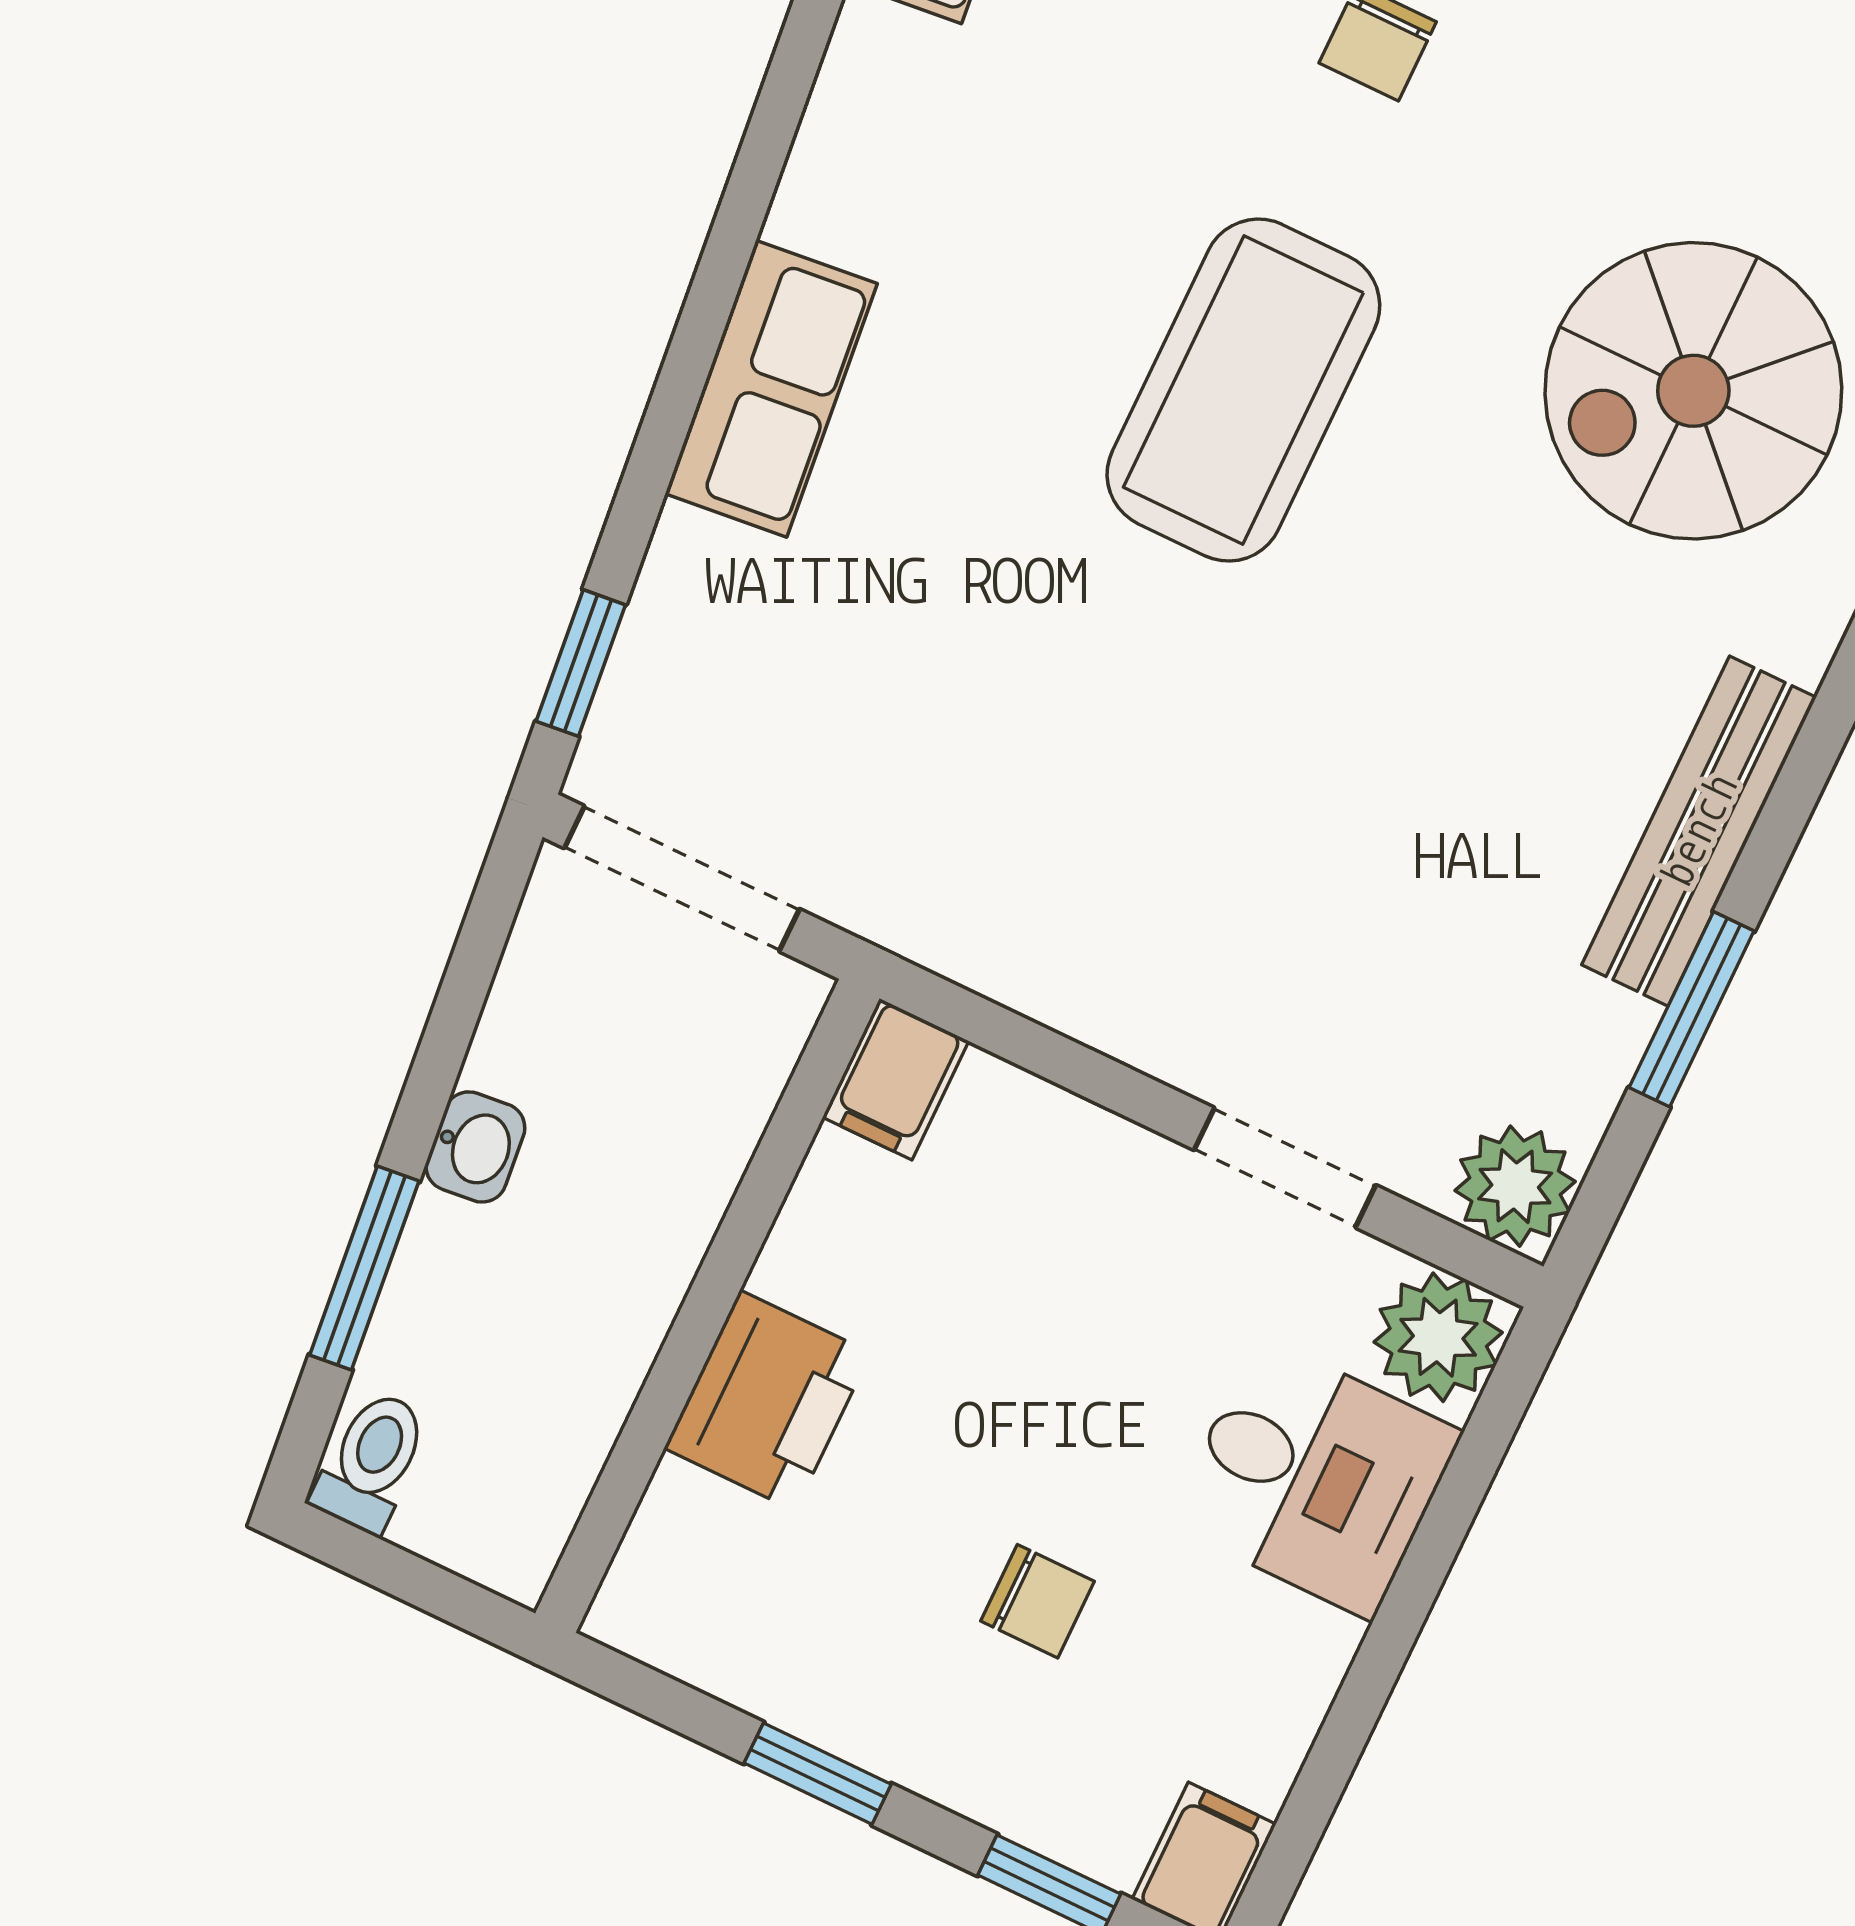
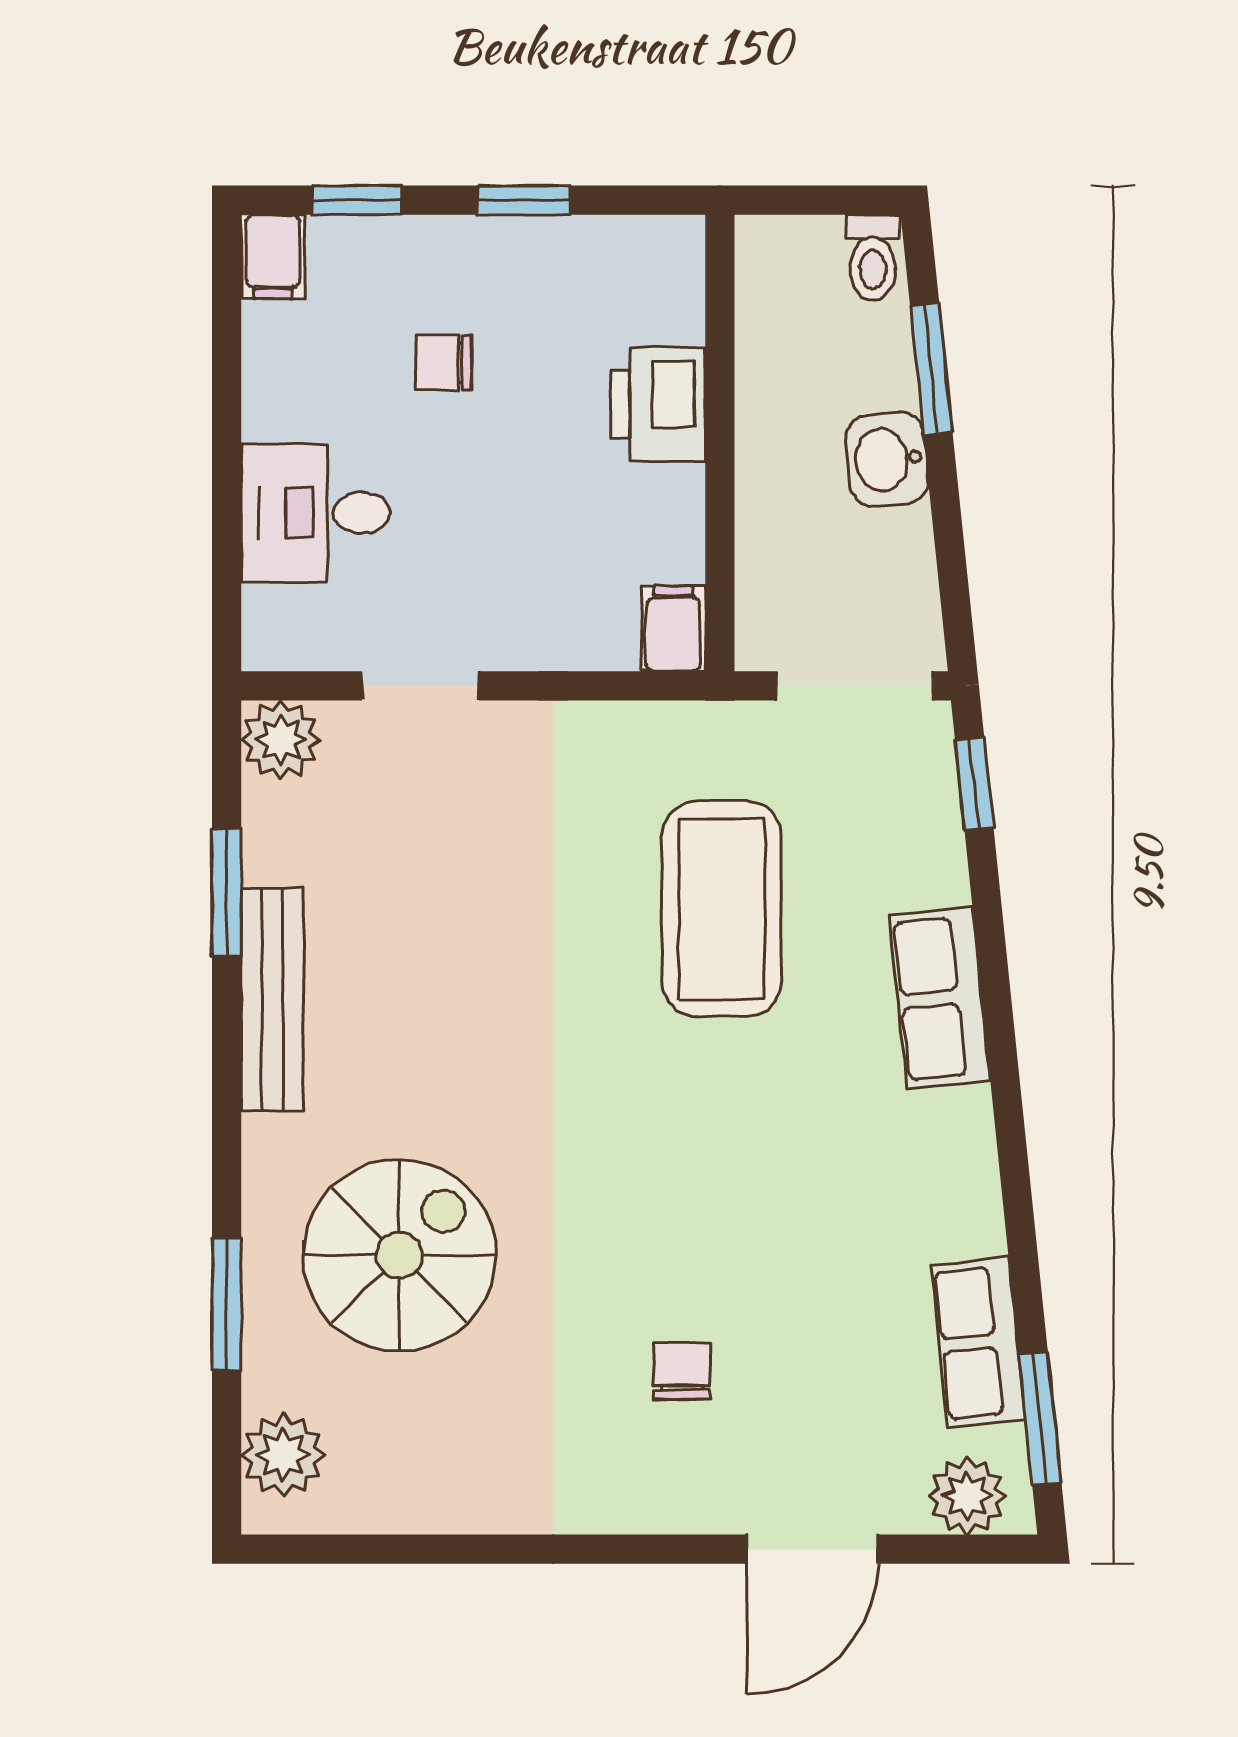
coffee table: (1243, 390) -> (722, 909), moved
washbasin: (475, 1147) -> (887, 459), width x1.38, depth x1.45
plant: (1438, 1337) -> (283, 630), removed

